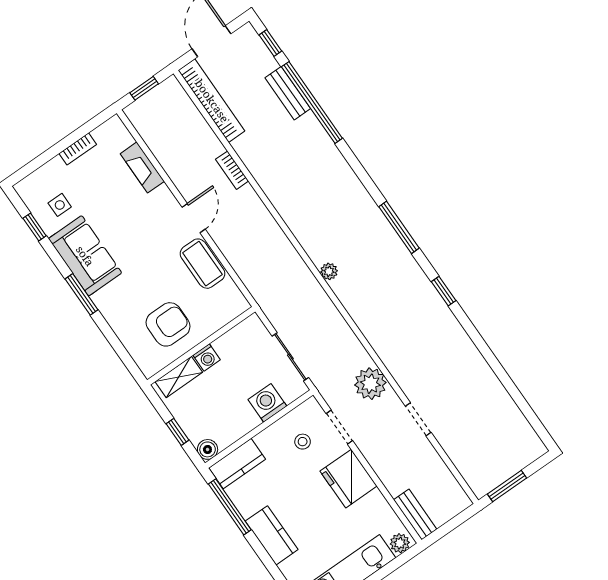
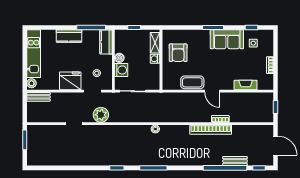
bookcase: (212, 101) -> (211, 130), moved
boiler: (208, 449) -> (119, 58), moved

